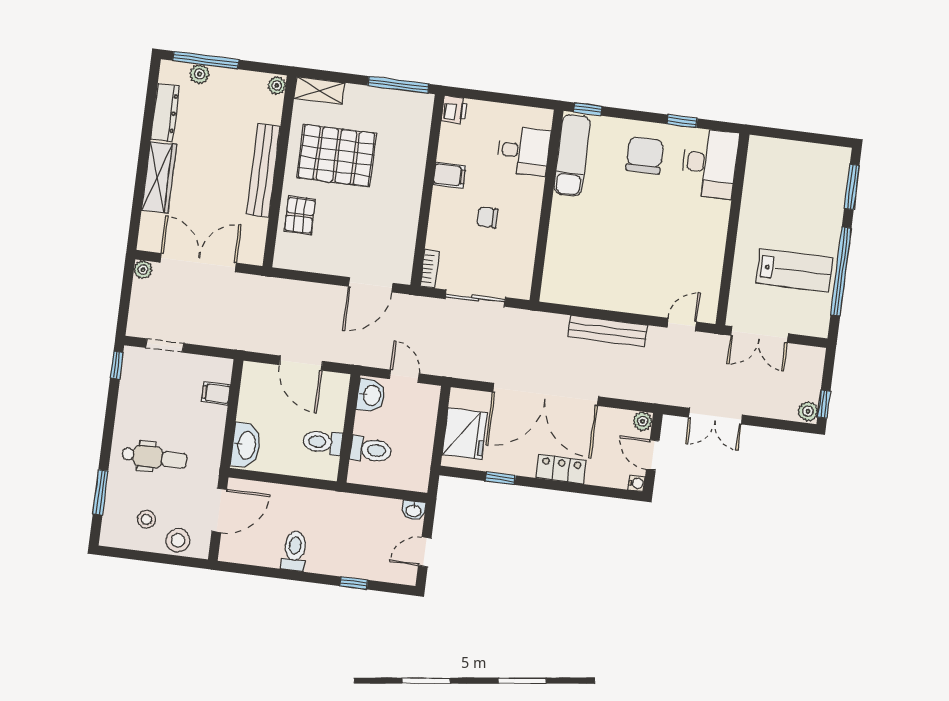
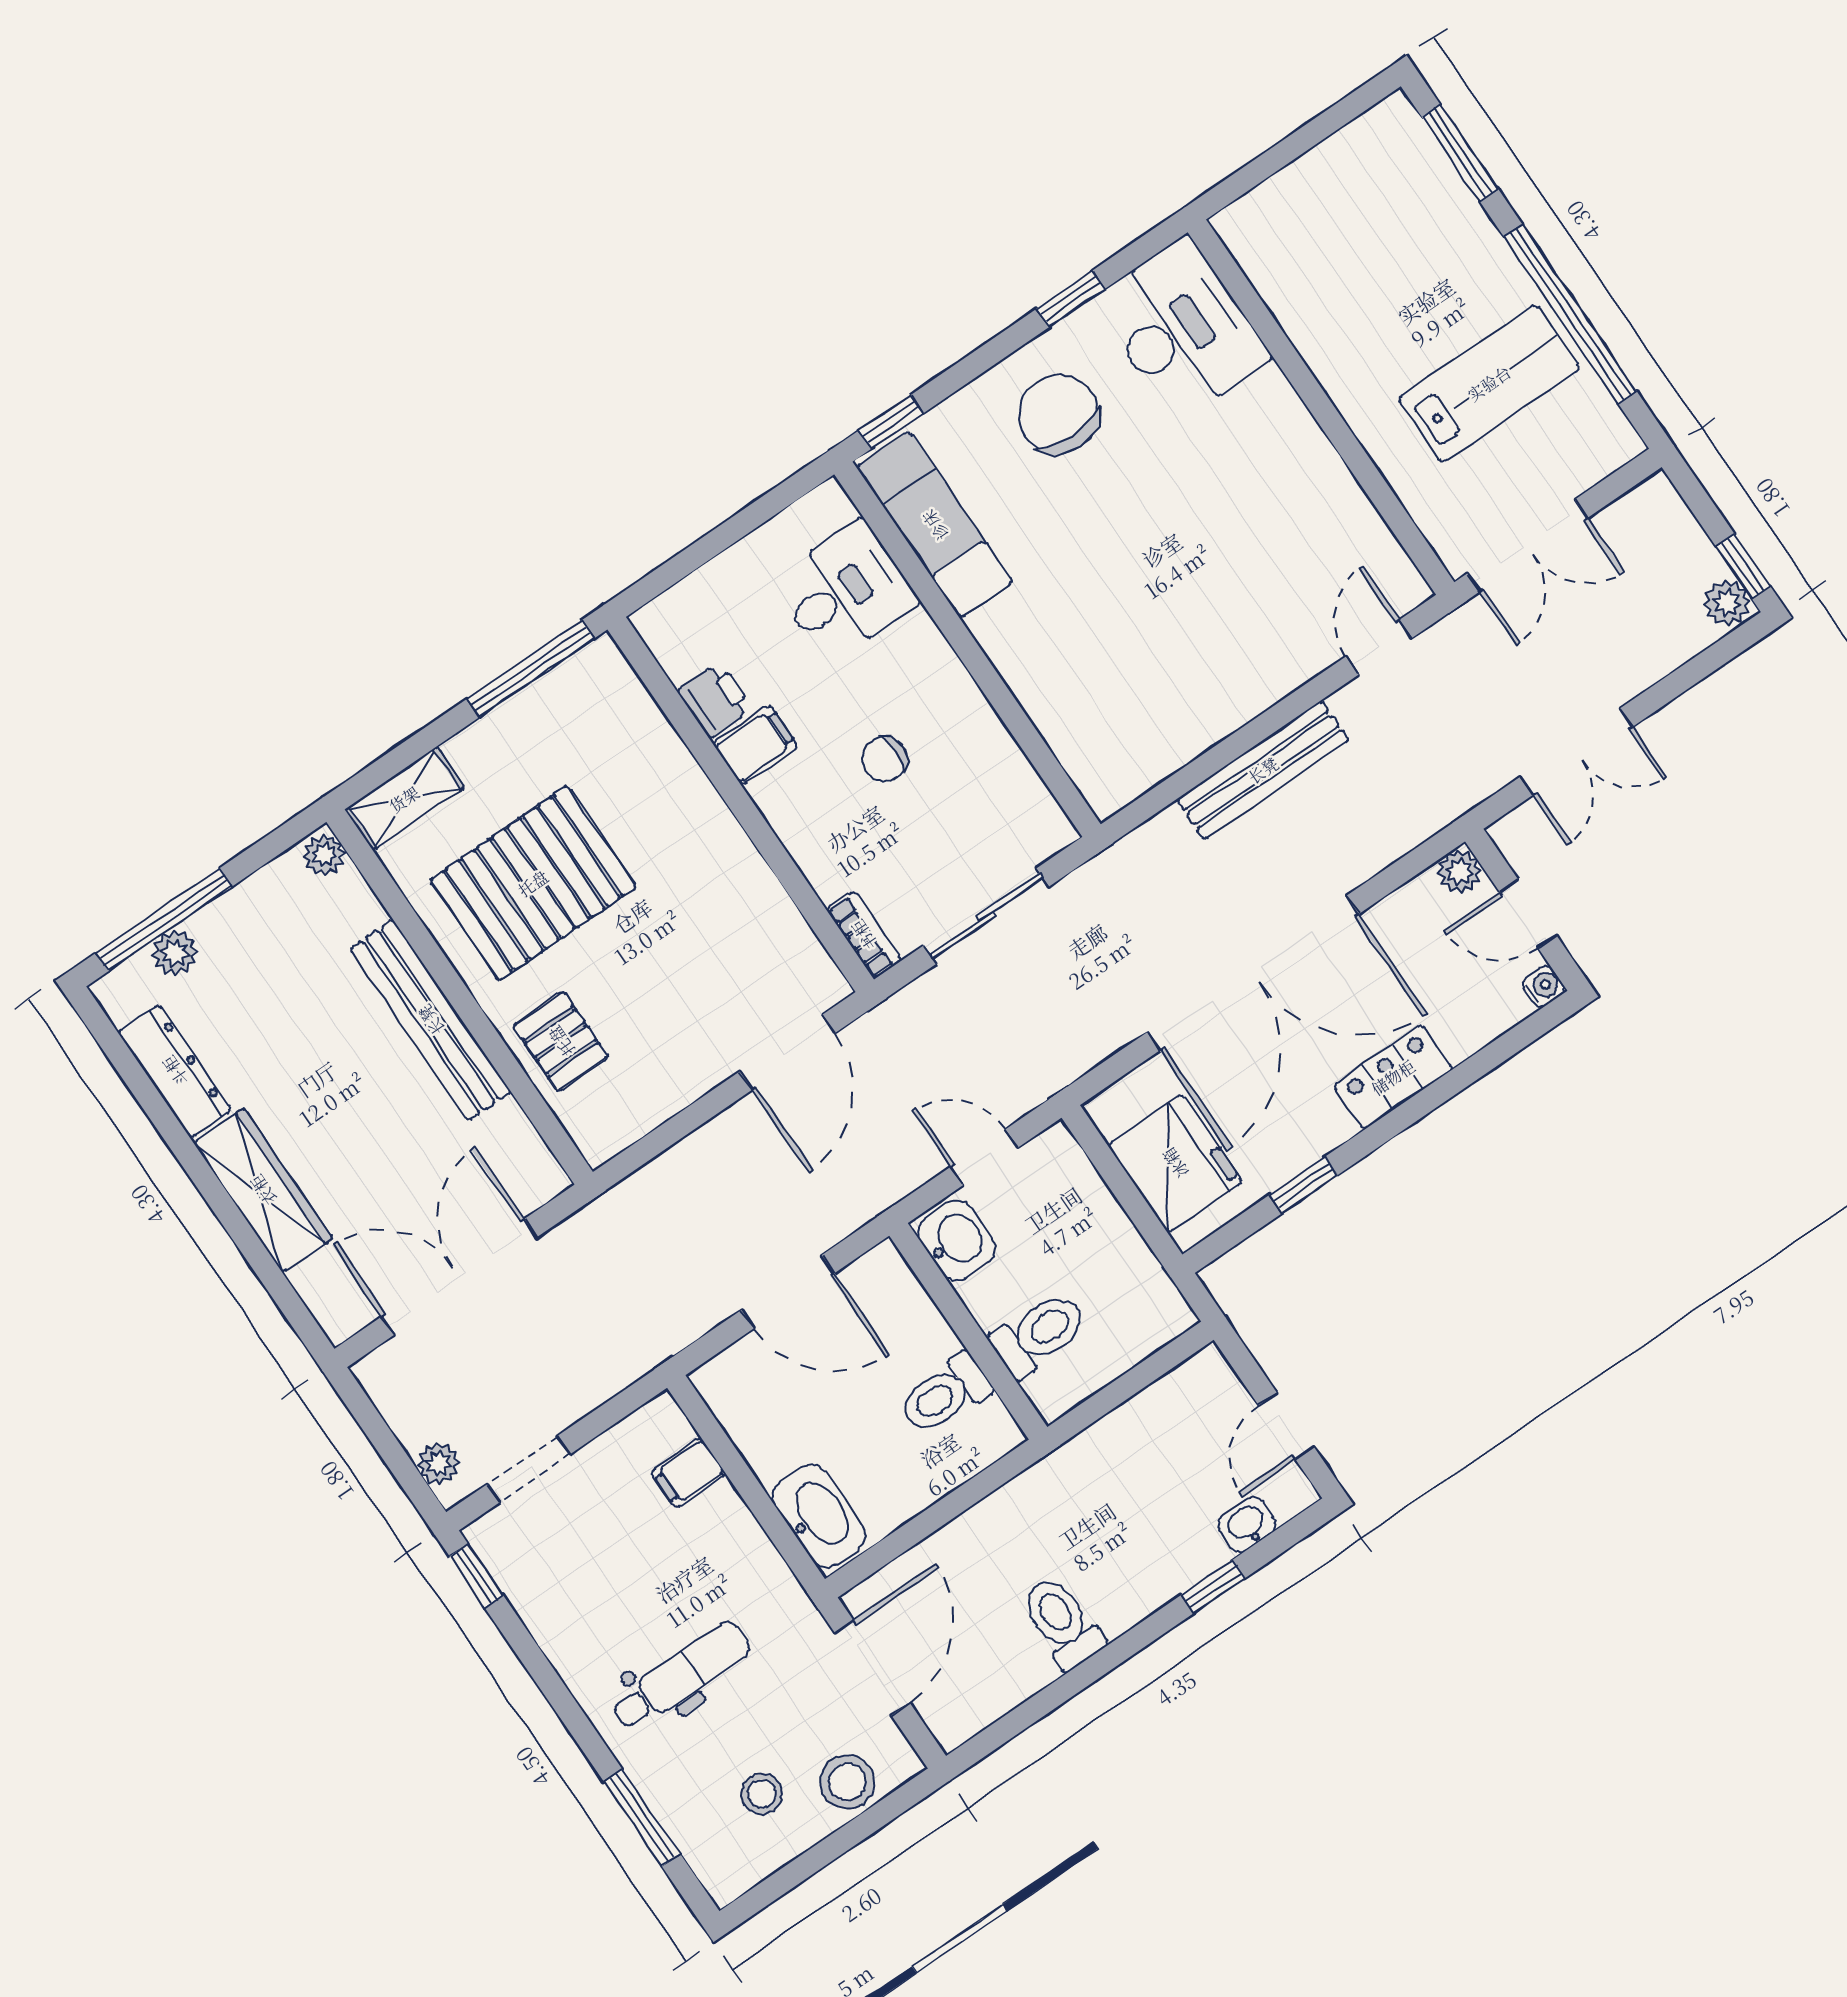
printer: (454, 110) -> (715, 700), moved
plant: (143, 270) -> (438, 1464), moved
washbasin: (414, 510) -> (1247, 1524), moved, turned 180

